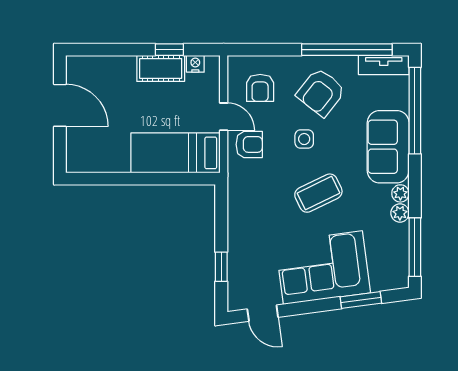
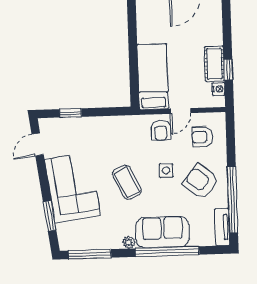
window: (415, 111) -> (167, 252), moved
plant: (400, 213) -> (114, 242), removed

